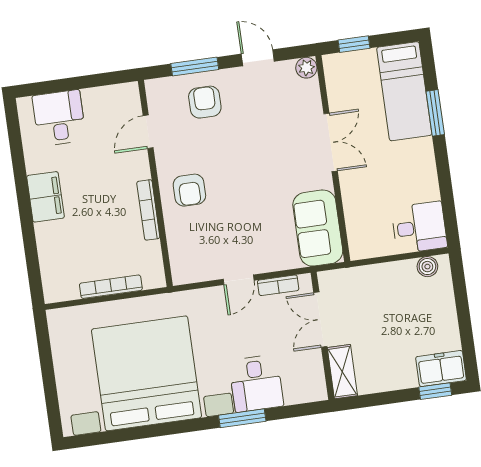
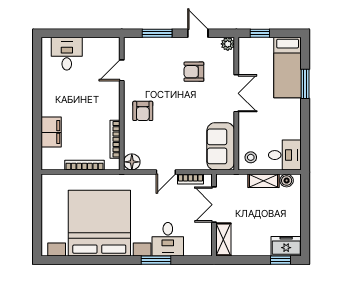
armchair: (205, 102) -> (194, 72), moved, turned -90
filing cabinet: (45, 197) -> (51, 132), moved
bookcase: (148, 210) -> (115, 139), moved
stool: (367, 238) -> (251, 157), added
floor lamp: (183, 271) -> (132, 162), added
shelving: (392, 272) -> (264, 181), added

